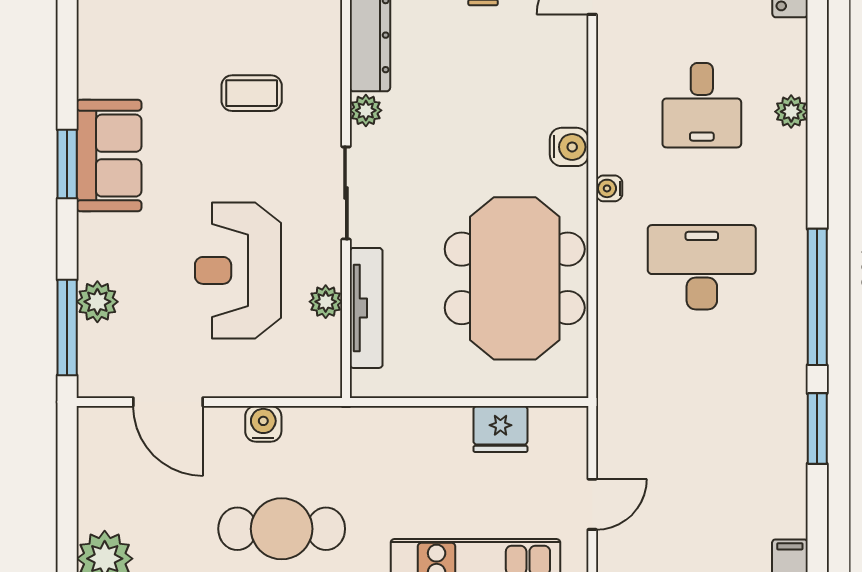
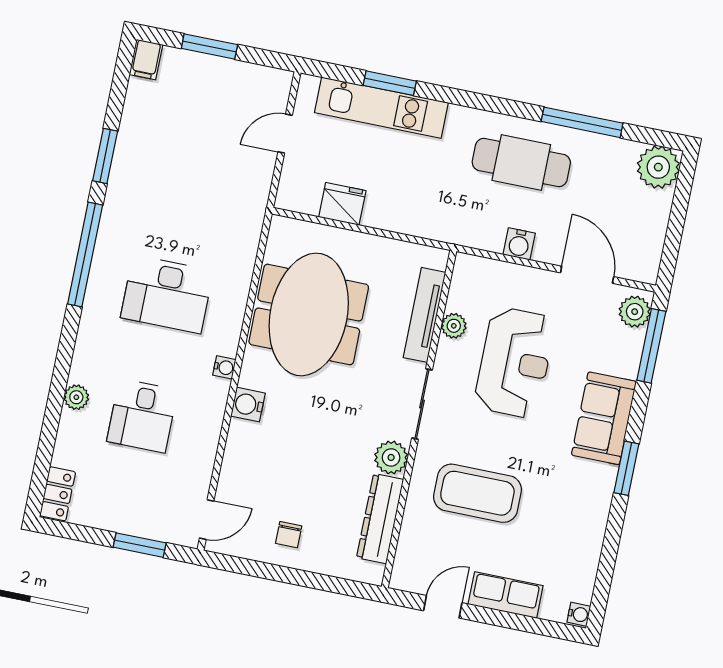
coffee table: (252, 93) -> (477, 493), width x1.86, depth x1.72
desk: (702, 105) -> (142, 416), turned 180
plant: (366, 110) -> (391, 457), width x1.38, depth x1.38
sofa: (109, 156) -> (604, 418), moved
plant: (97, 302) -> (635, 312), moved

